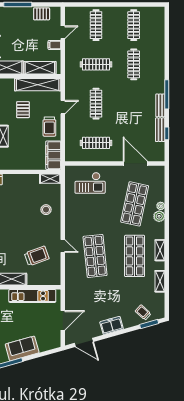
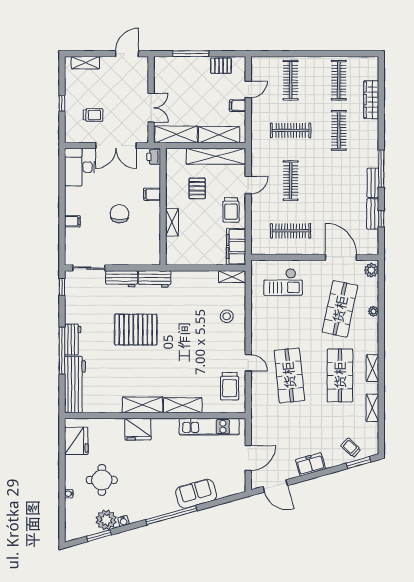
wardrobe: (159, 40) -> (371, 100), added
plant: (159, 216) -> (371, 270), moved
trolley: (37, 256) -> (230, 386), moved, turned 110

